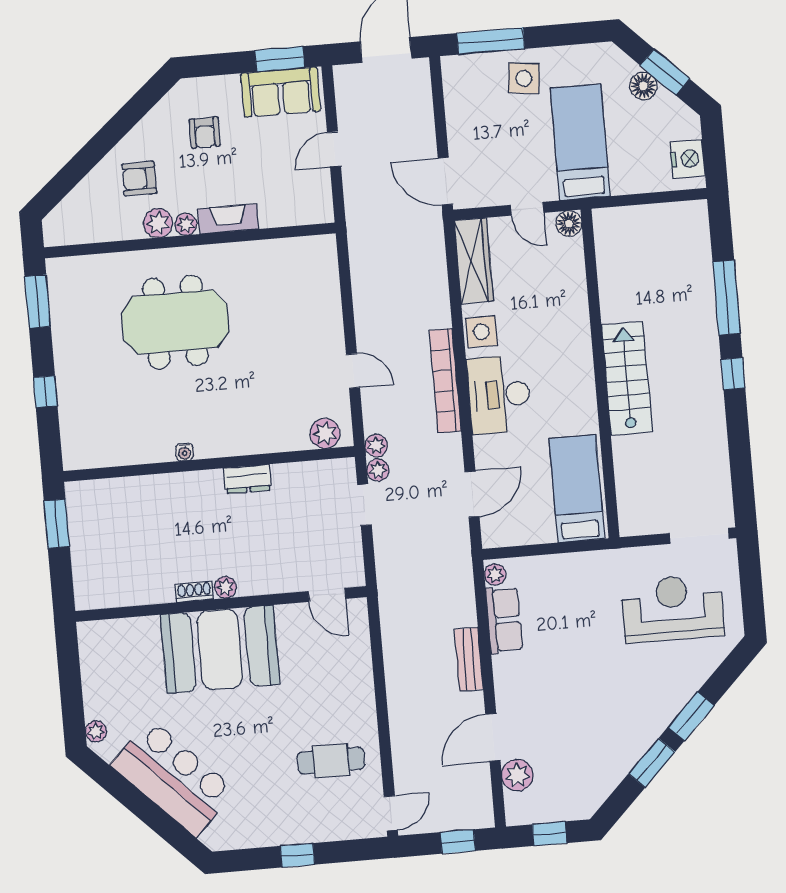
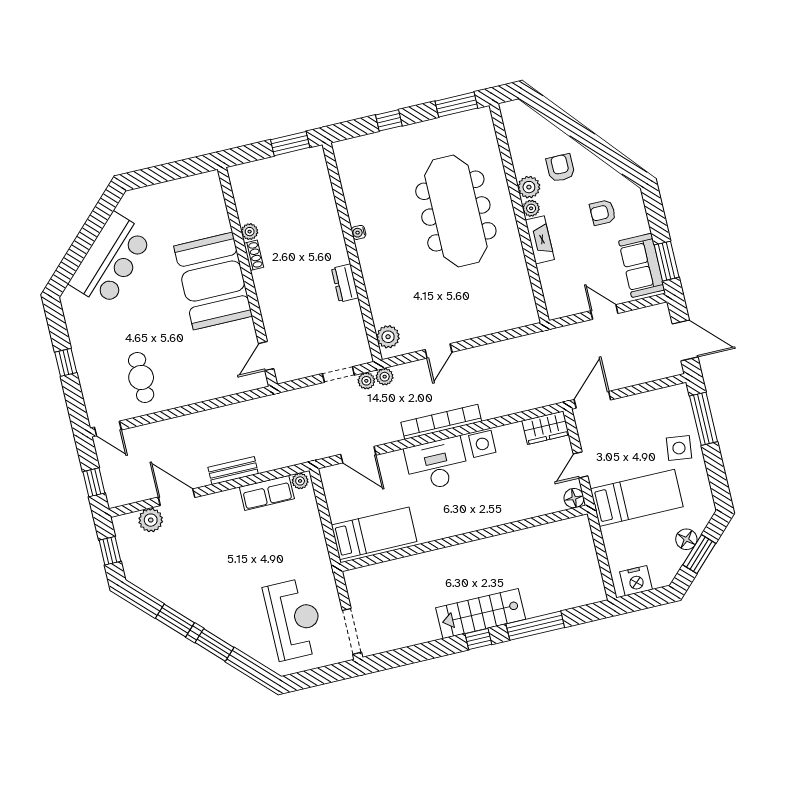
wardrobe: (474, 261) -> (546, 428), width x0.67
meeting table: (175, 322) -> (456, 211), width x1.36
stairs: (627, 378) -> (481, 614), moved, turned 180
plant: (225, 587) -> (250, 232), moved
plant: (96, 731) -> (137, 196), removed

